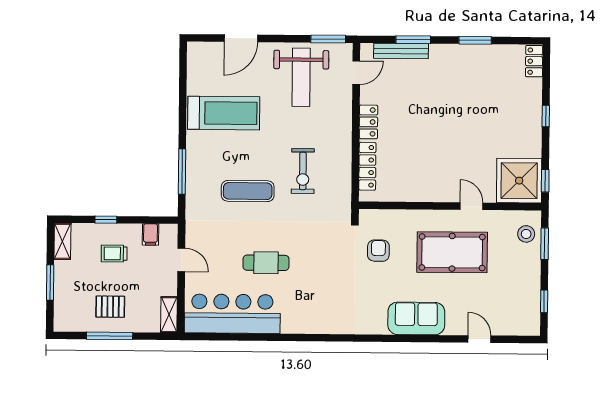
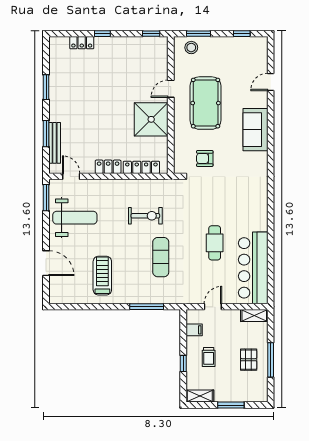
locker: (534, 61) -> (82, 43), moved
treadmill: (224, 113) -> (102, 276), width x0.73, depth x0.73
shower: (519, 181) -> (151, 119), moved

